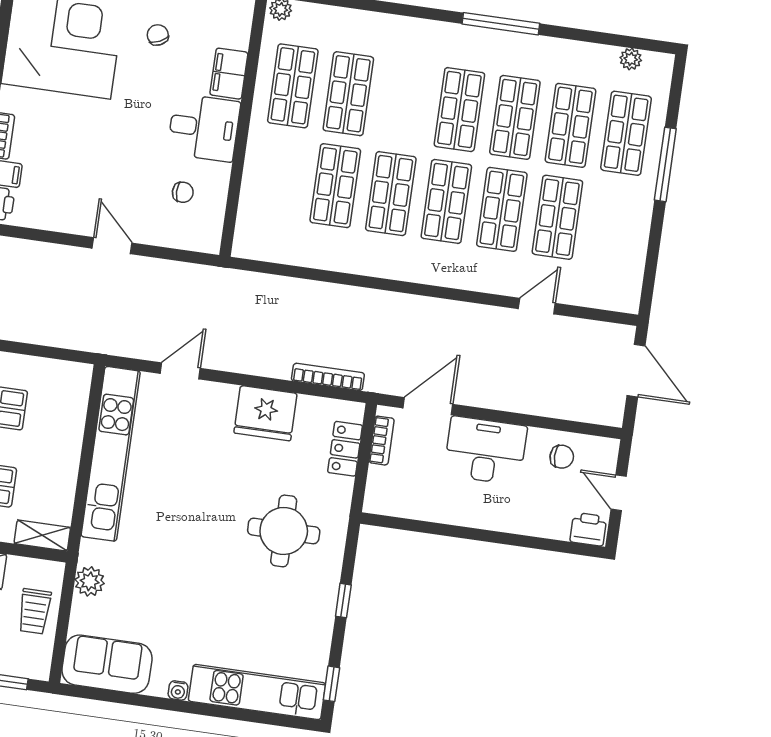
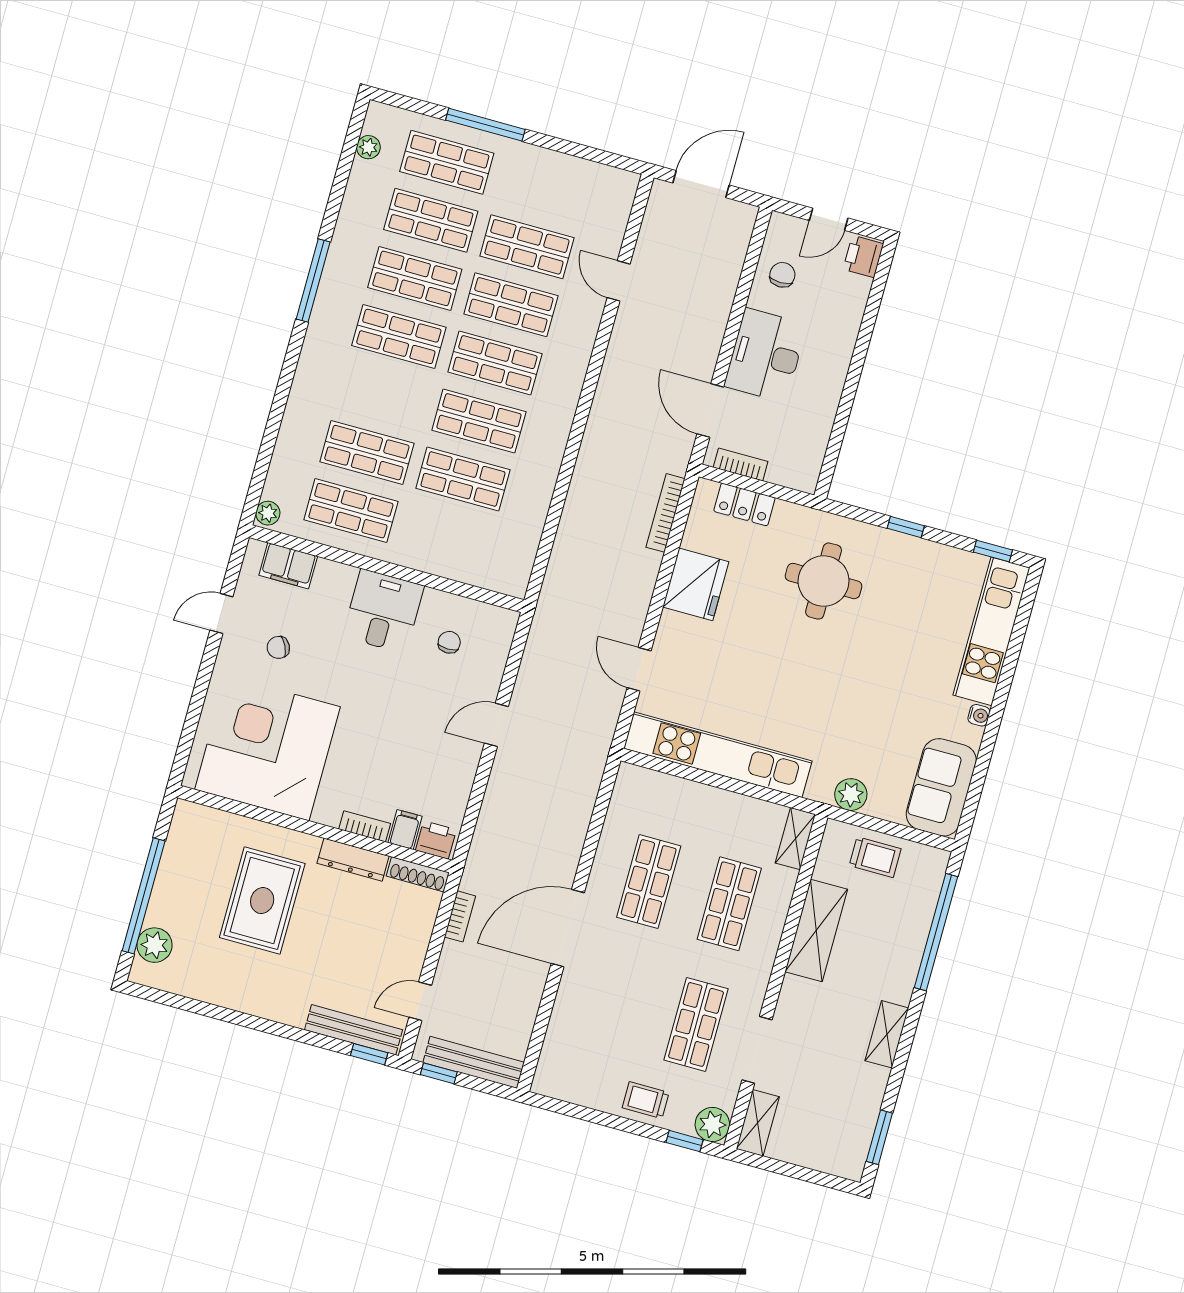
filing cabinet: (229, 74) -> (288, 566), moved

